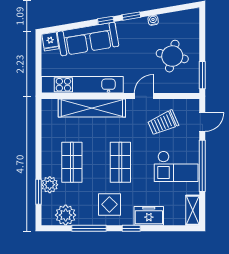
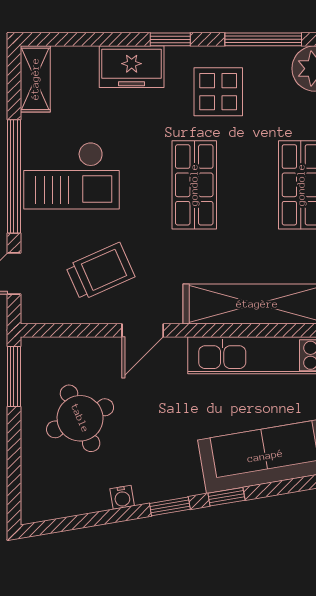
round table: (172, 56) -> (80, 418), turned -37
checkout: (176, 166) -> (72, 176), turned 180

